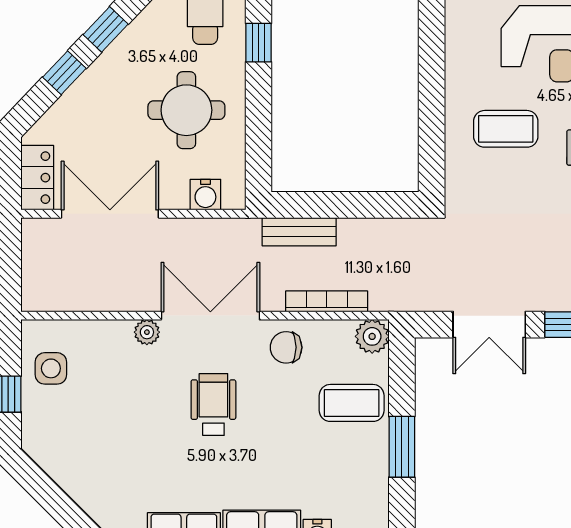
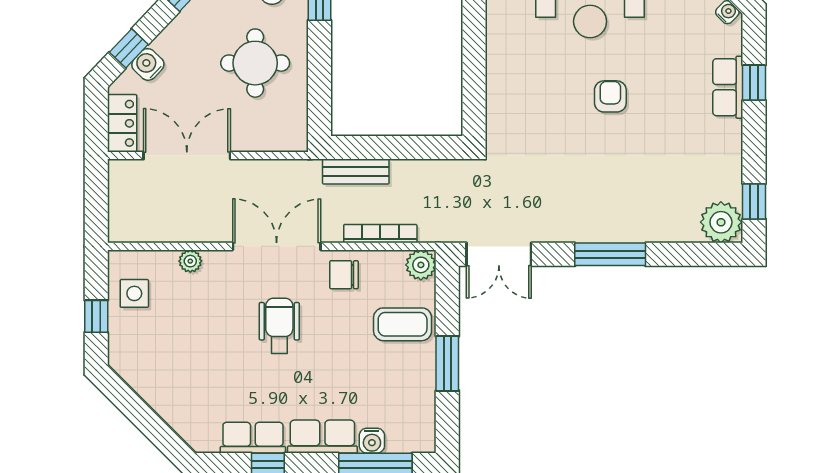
window: (64, 73) -> (129, 48), moved
coffee table: (506, 129) -> (540, 80), removed
water cooler: (205, 195) -> (148, 64), moved, turned 134
double door: (489, 325) -> (499, 254), moved
plant: (147, 332) -> (190, 261), moved

